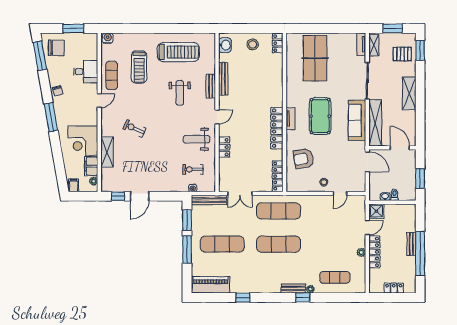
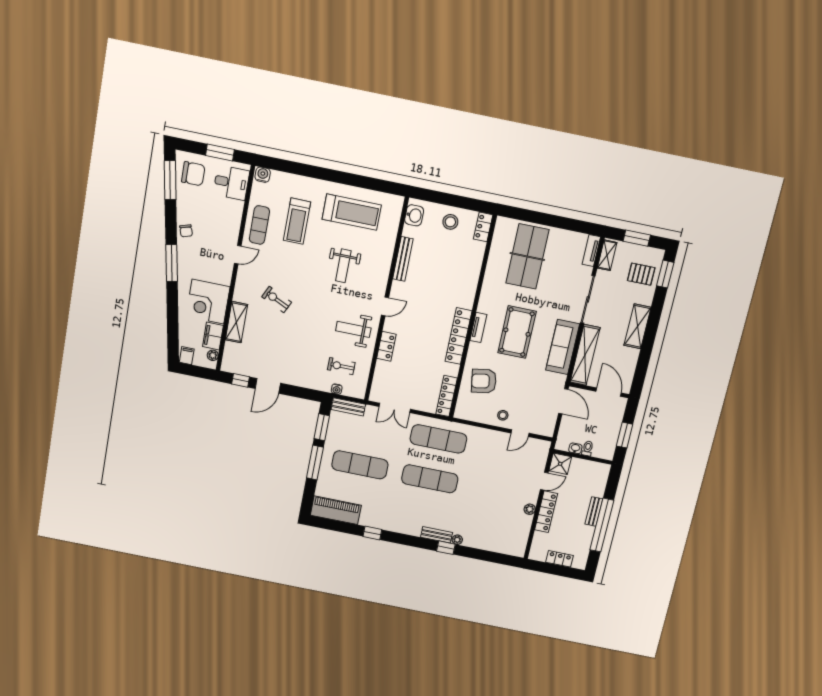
desk: (86, 72) -> (231, 183), moved
bench: (211, 86) -> (385, 265), removed
bench: (209, 200) -> (348, 407), width x0.73
exercise mat: (335, 277) -> (490, 532), removed

